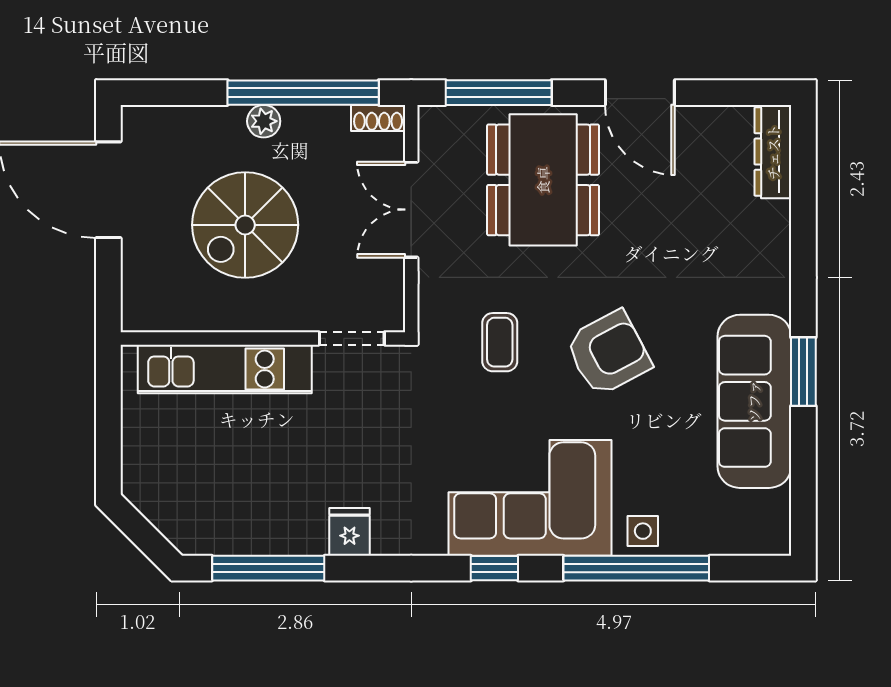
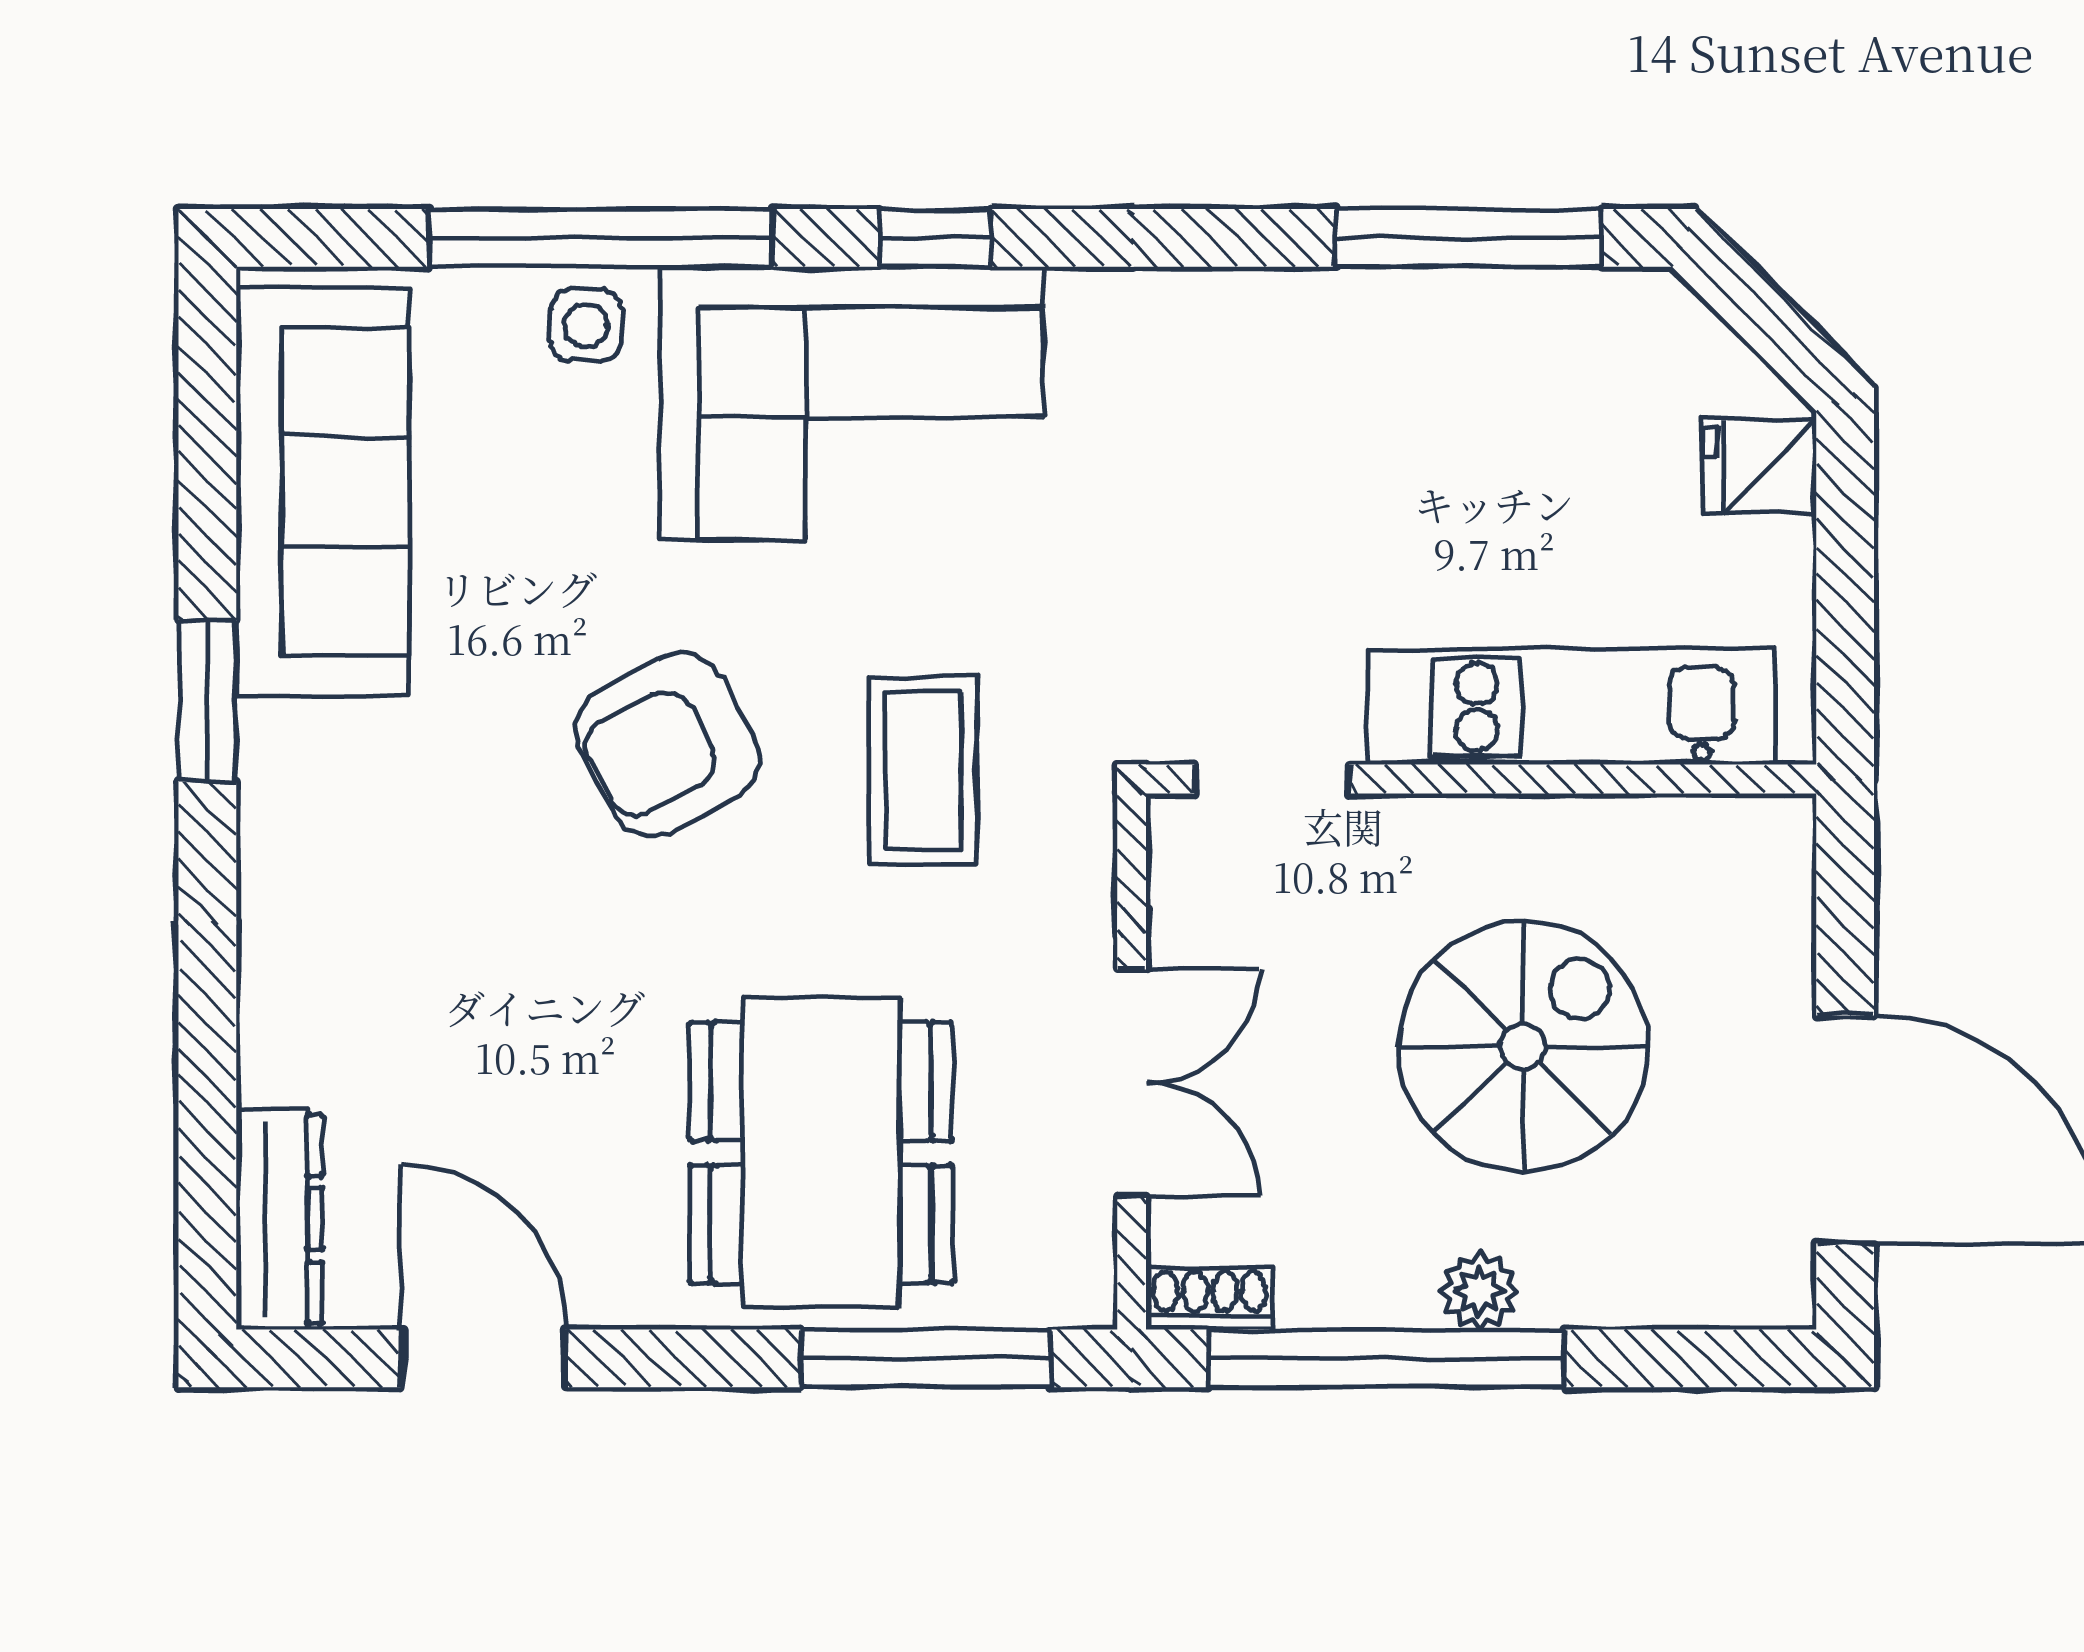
door: (640, 93) -> (483, 1358), moved
coffee table: (500, 342) -> (923, 770), width x1.36, depth x1.30
sofa: (754, 401) -> (323, 492), moved
fridge: (349, 532) -> (1760, 467), moved, turned 90

